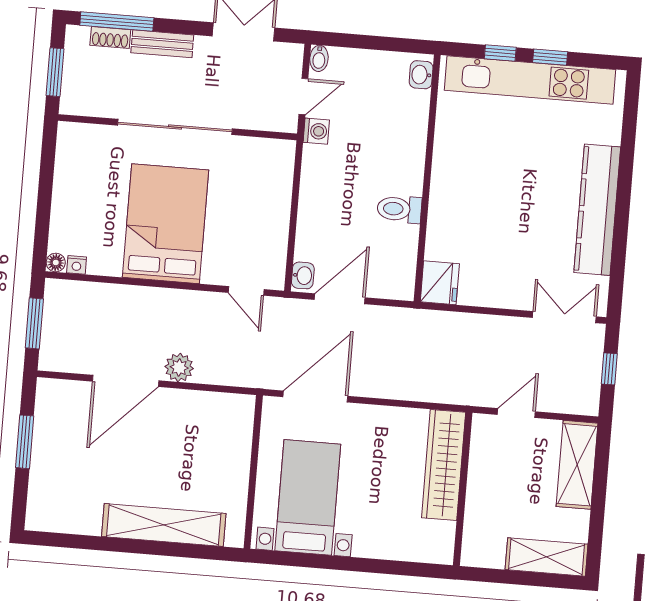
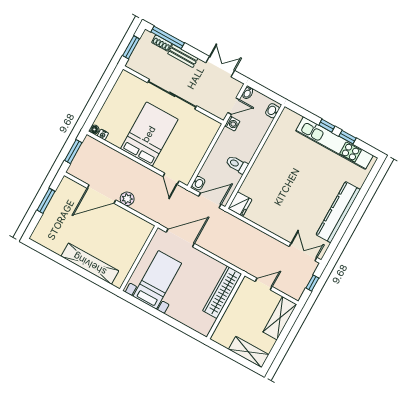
washbasin: (421, 75) -> (272, 111), moved
wall: (427, 178) -> (255, 157), moved
toilet: (399, 209) -> (237, 164), moved
fridge: (440, 283) -> (240, 204), moved

